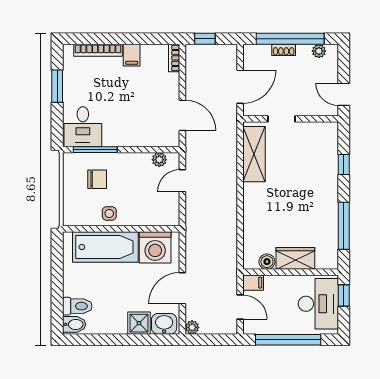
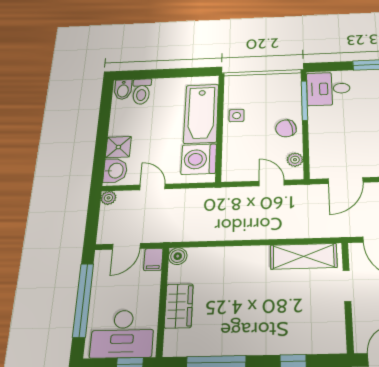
chair: (97, 179) -> (286, 128), moved, turned 75
boiler: (267, 262) -> (178, 256), moved
door: (182, 288) -> (152, 187), width x0.73

